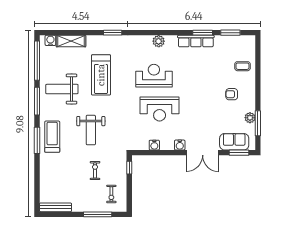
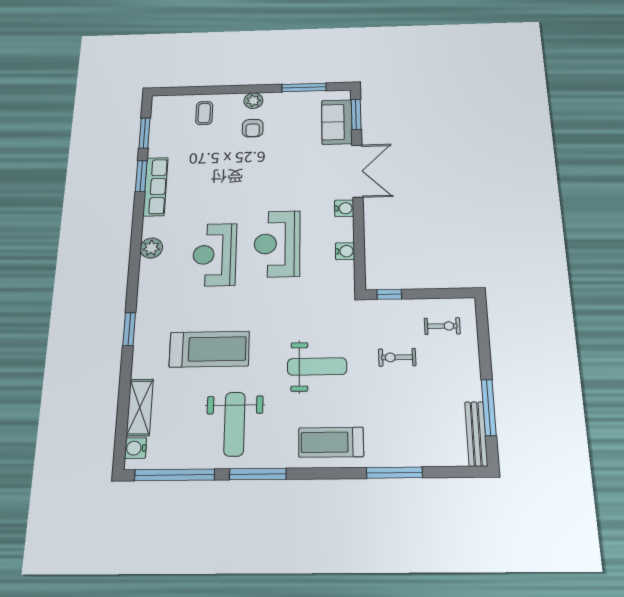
reception desk: (160, 109) -> (277, 244), turned 180
plant: (250, 118) -> (253, 101), moved
window: (37, 140) -> (394, 473), moved
window: (98, 214) -> (489, 407), moved

